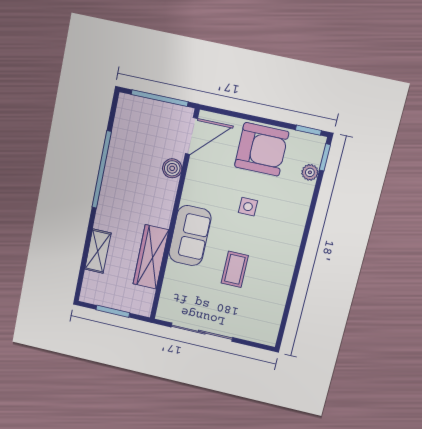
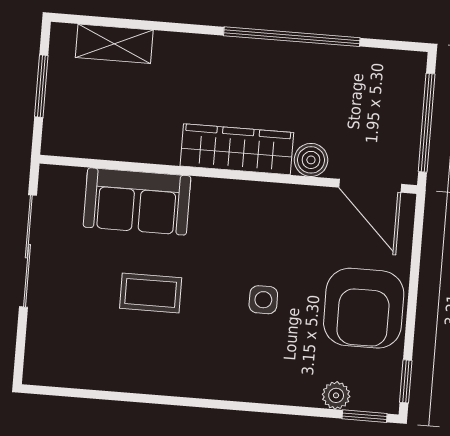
sofa: (190, 236) -> (137, 201), moved
shelving: (98, 251) -> (114, 44), moved
wardrobe: (151, 257) -> (237, 149), moved

